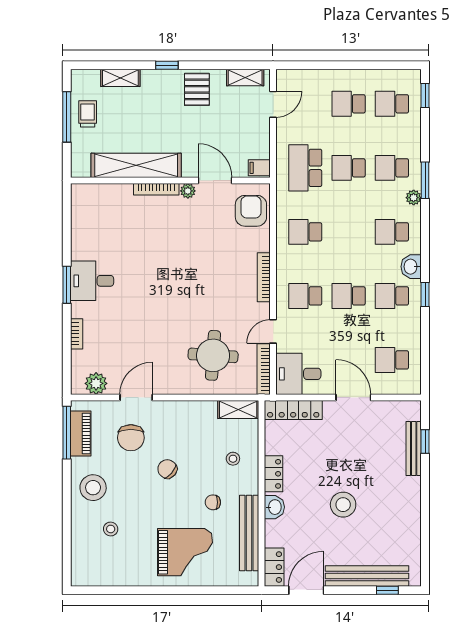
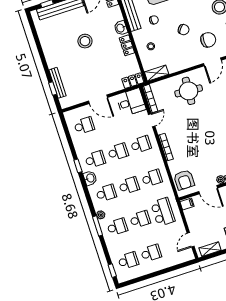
school desk: (349, 232) -> (129, 186), added
round table: (213, 355) -> (189, 91), moved
locker: (293, 410) -> (133, 81), width x0.66
chair: (131, 438) -> (208, 40), turned 90

